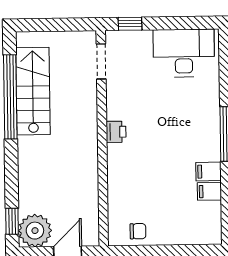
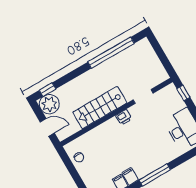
doorway: (101, 61) -> (143, 97), moved
stairs: (33, 91) -> (100, 108), moved, turned 180

